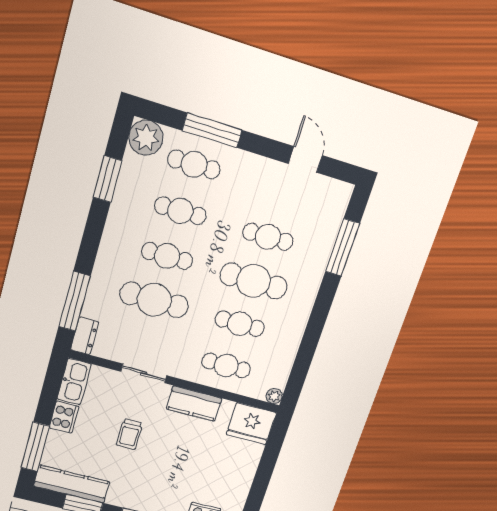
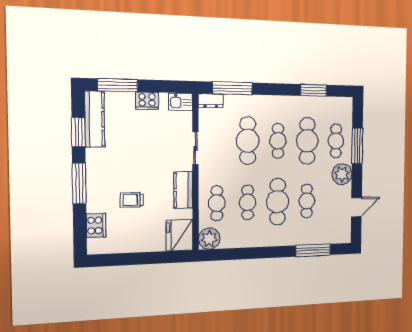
plant: (146, 138) -> (342, 174), moved
cafe table: (180, 211) -> (307, 141), width x1.37, depth x1.35
kitchen sink: (74, 382) -> (180, 102), width x0.73
plant: (274, 396) -> (209, 239), width x1.87, depth x1.87
trolley: (129, 434) -> (132, 200), moved

